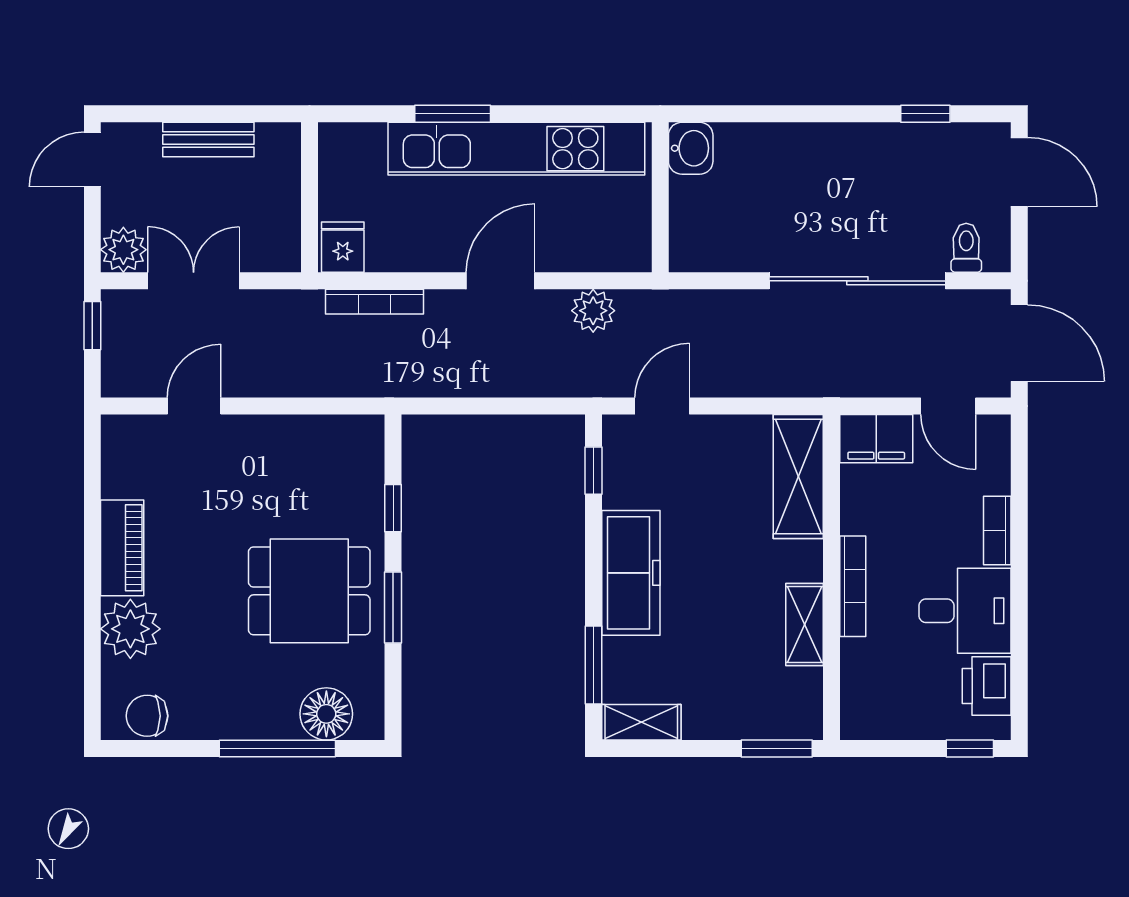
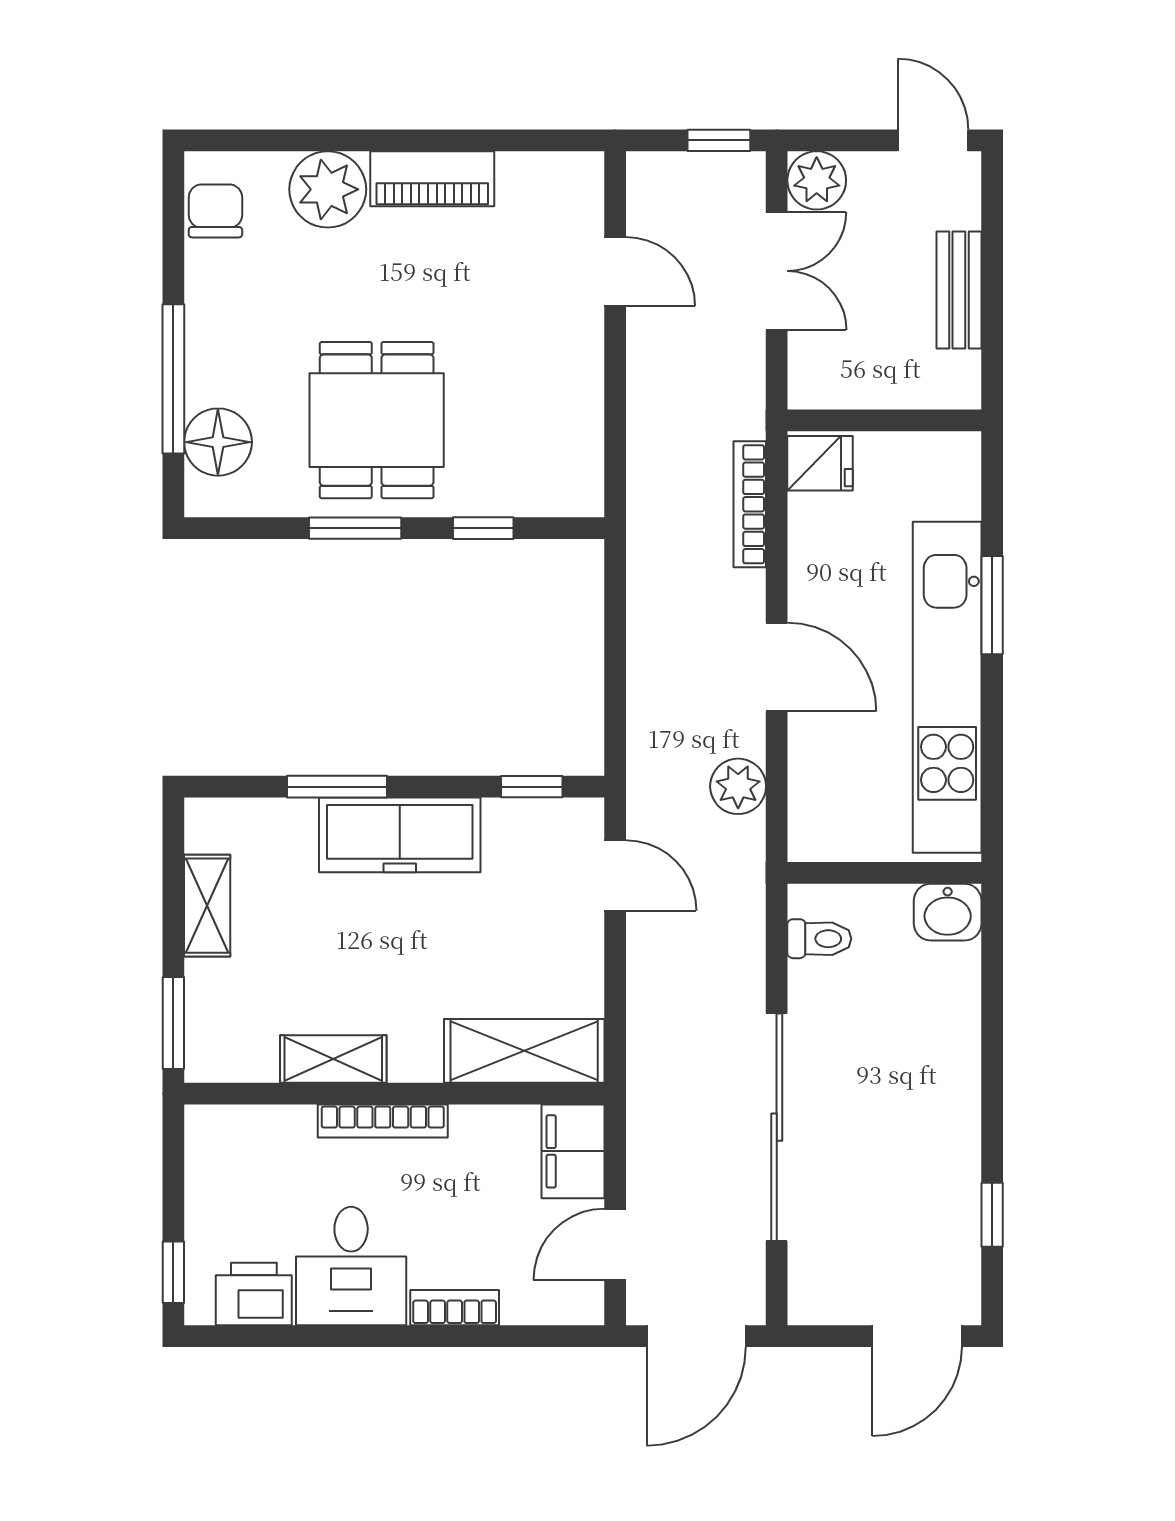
toilet: (966, 248) -> (819, 939), moved
window: (593, 665) -> (337, 787), moved
shelving: (641, 722) -> (207, 906), moved

